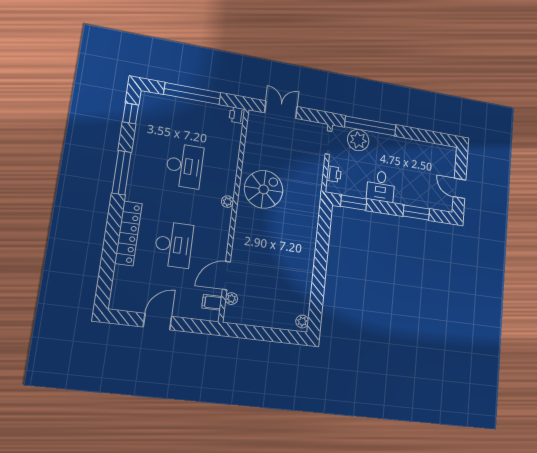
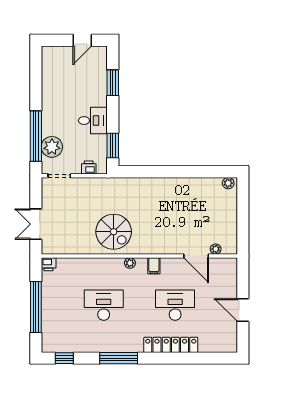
spiral stairs: (264, 189) -> (114, 232), turned 180
filing cabinet: (212, 302) -> (154, 266), moved

